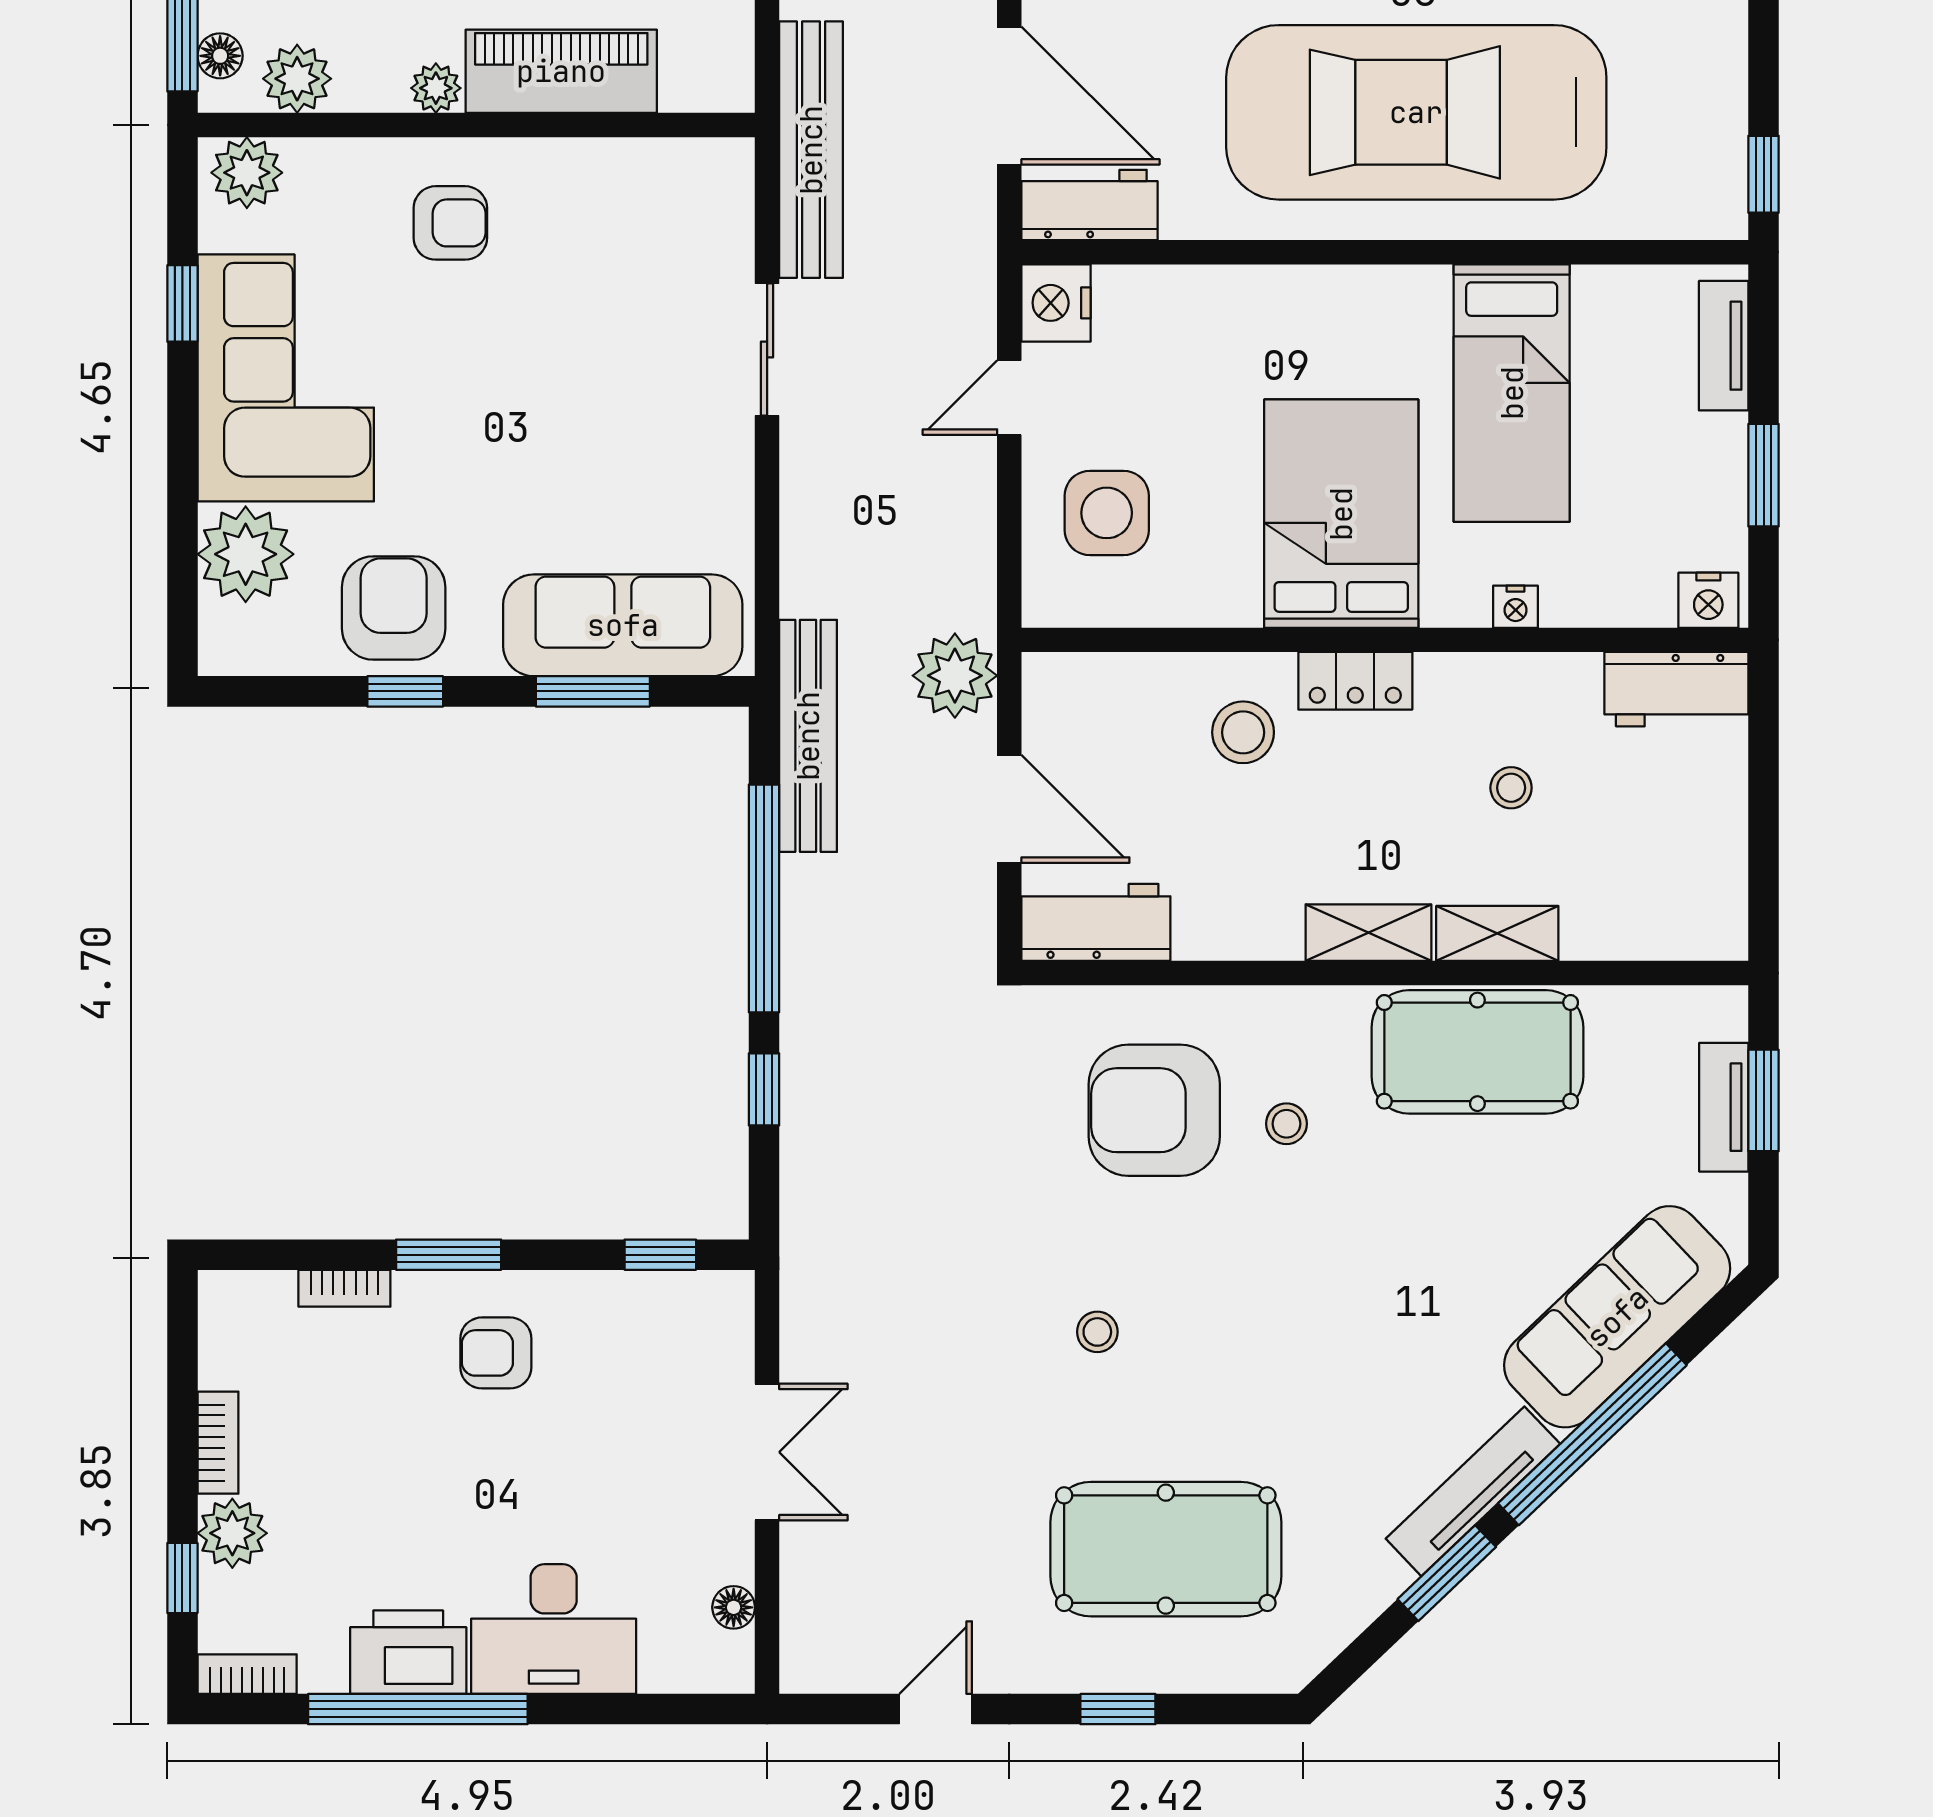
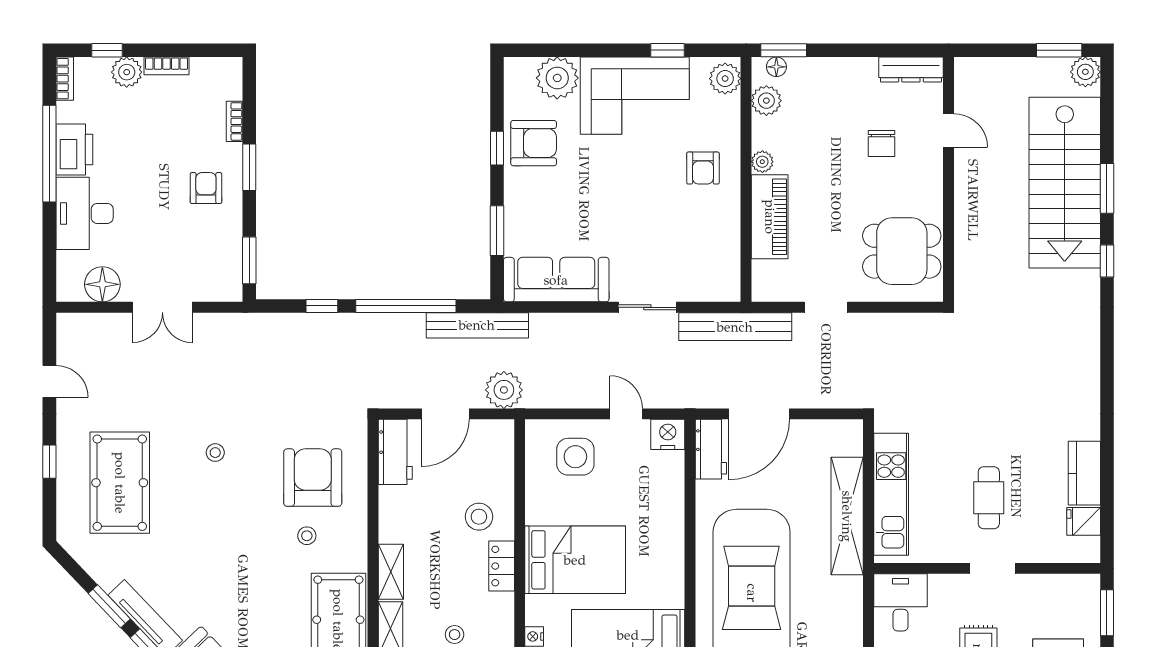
sofa: (623, 625) -> (556, 280), moved, turned -90
window: (660, 1255) -> (249, 260), width x1.50
floor lamp: (734, 1607) -> (102, 284), width x1.89, depth x1.89

